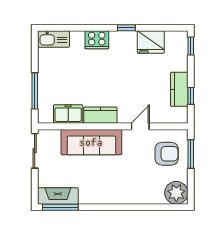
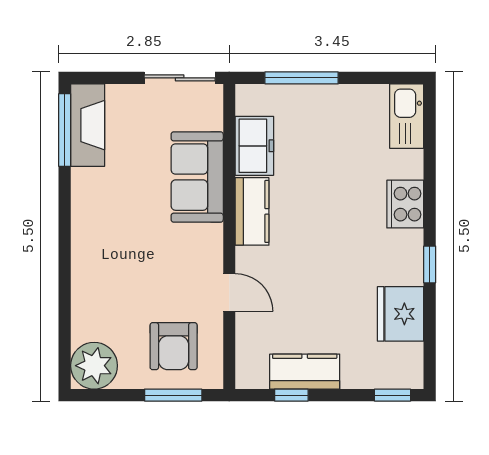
sofa: (91, 142) -> (197, 177), width x0.73

